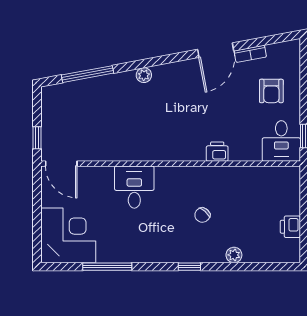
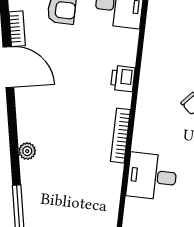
bookcase: (167, 155) -> (120, 136), added

